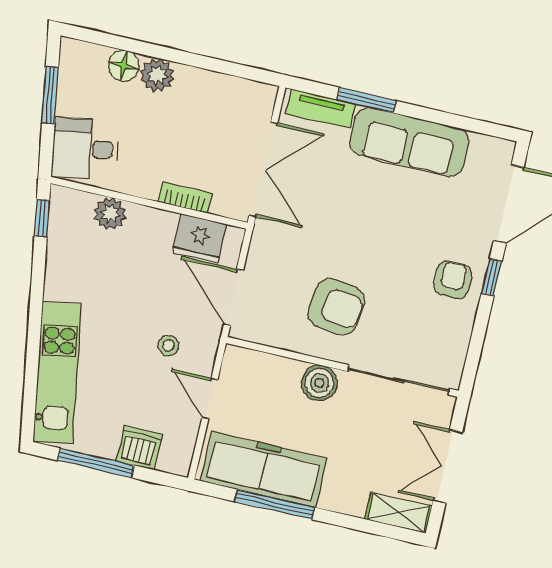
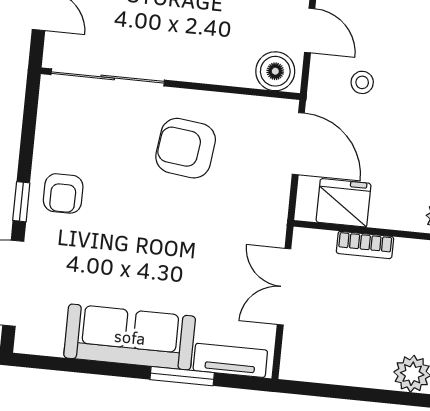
double door: (263, 169) -> (284, 287), width x0.73
boiler: (319, 383) -> (275, 71), moved

